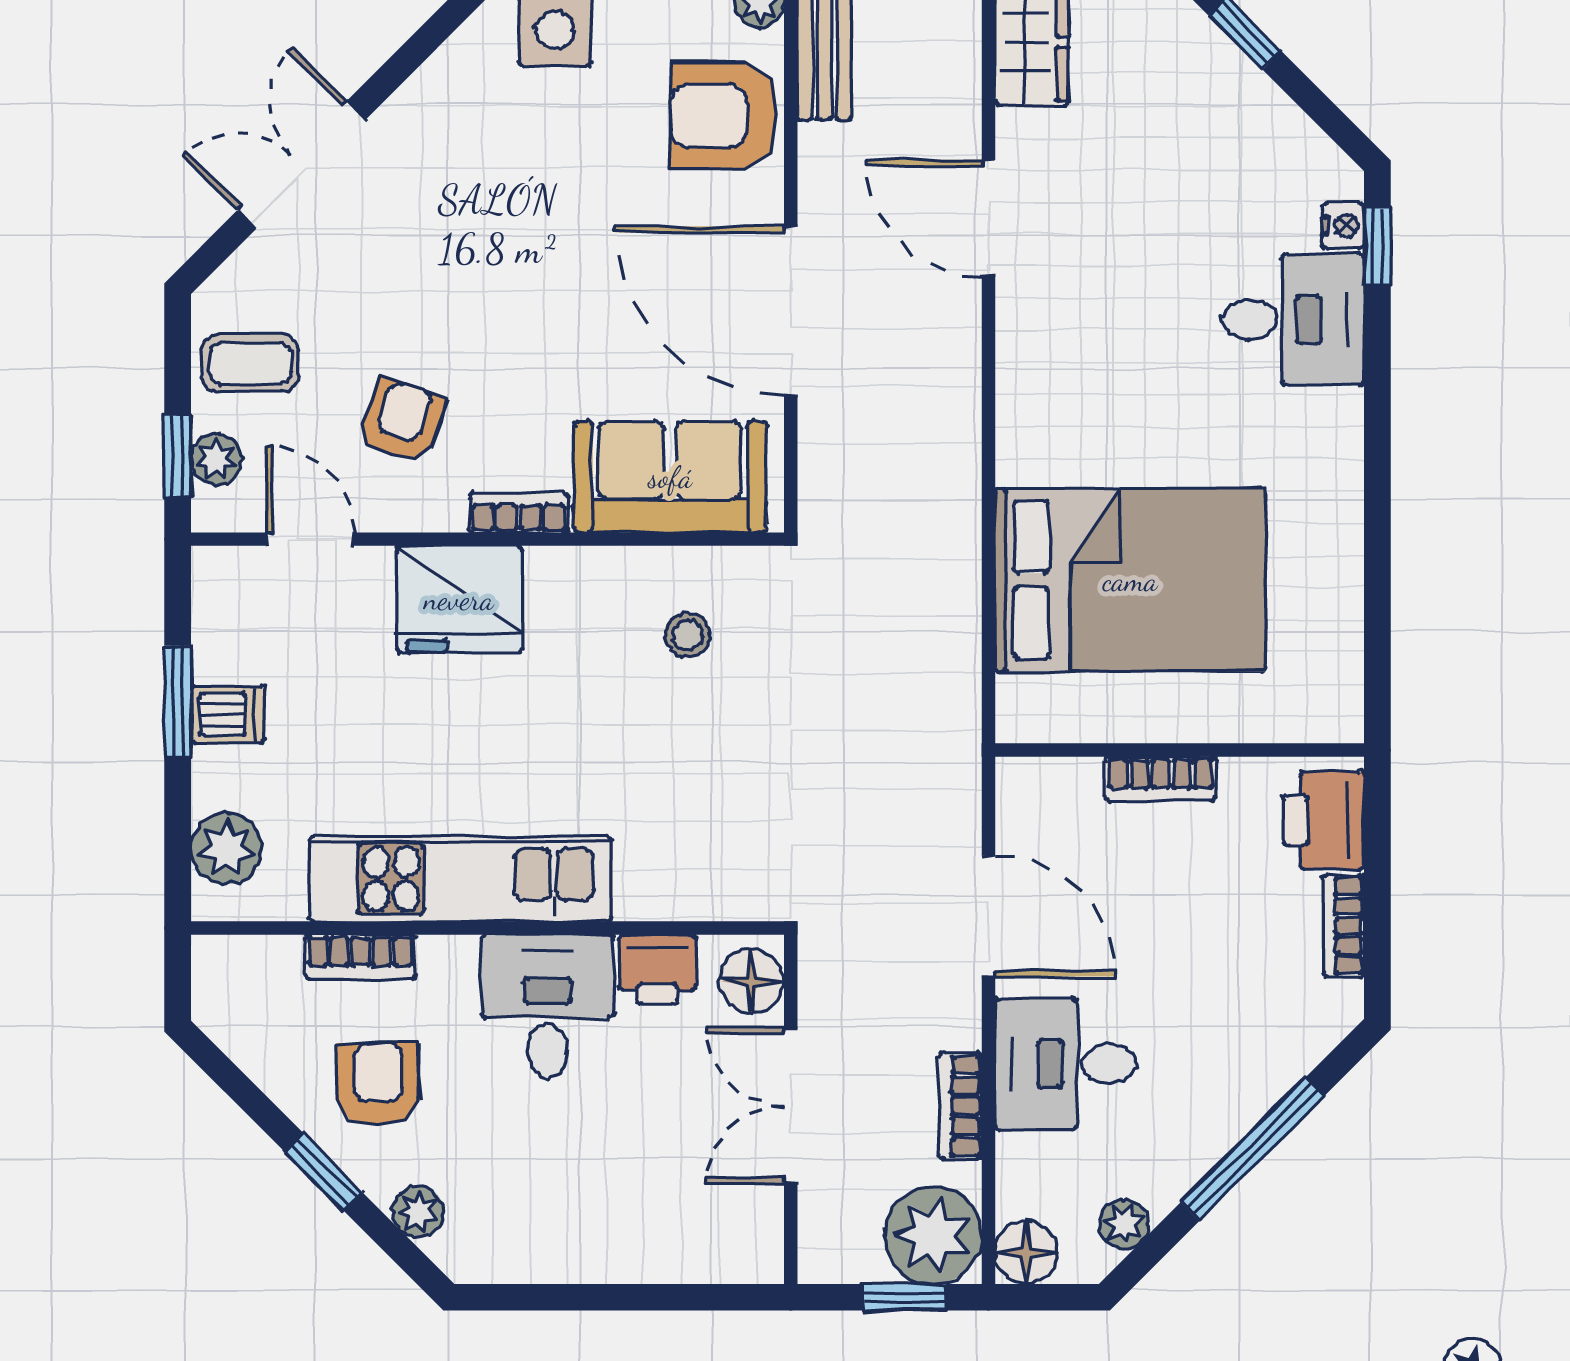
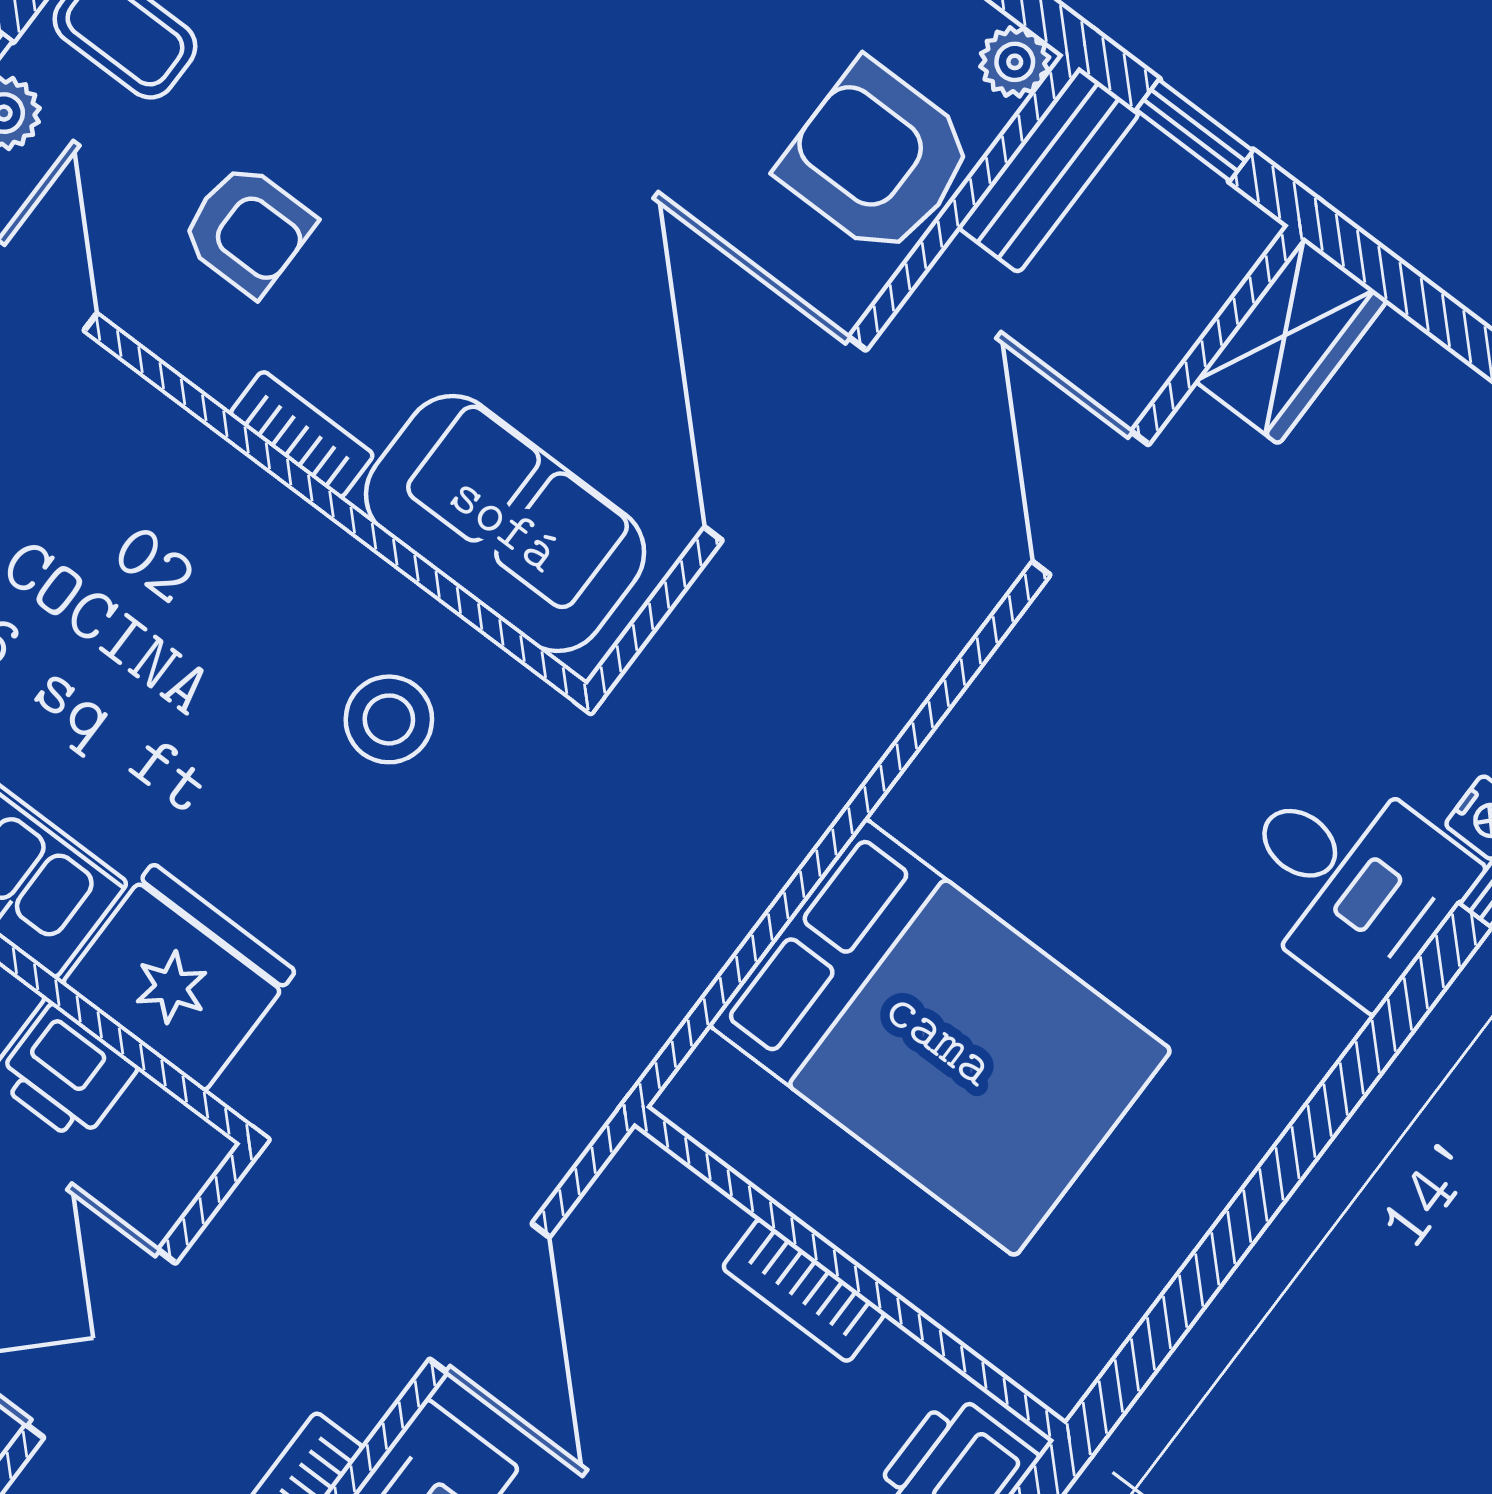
armchair: (402, 421) -> (248, 229), turned 72
fridge: (459, 599) -> (179, 977), moved, turned 180
stool: (688, 635) -> (389, 719), width x1.37, depth x1.37
floor lamp: (752, 981) -> (164, 1168), removed

